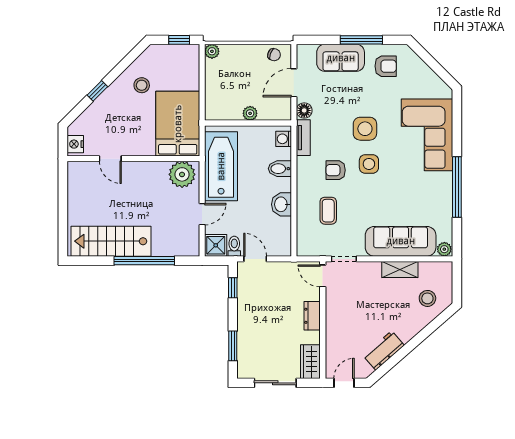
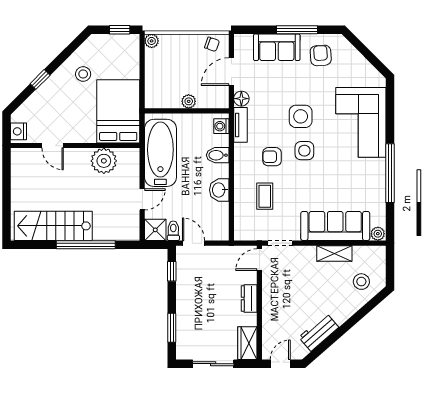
armchair: (386, 66) -> (321, 55), turned -94
plant: (182, 174) -> (104, 161), moved
door: (323, 276) -> (259, 260), hinge flipped

